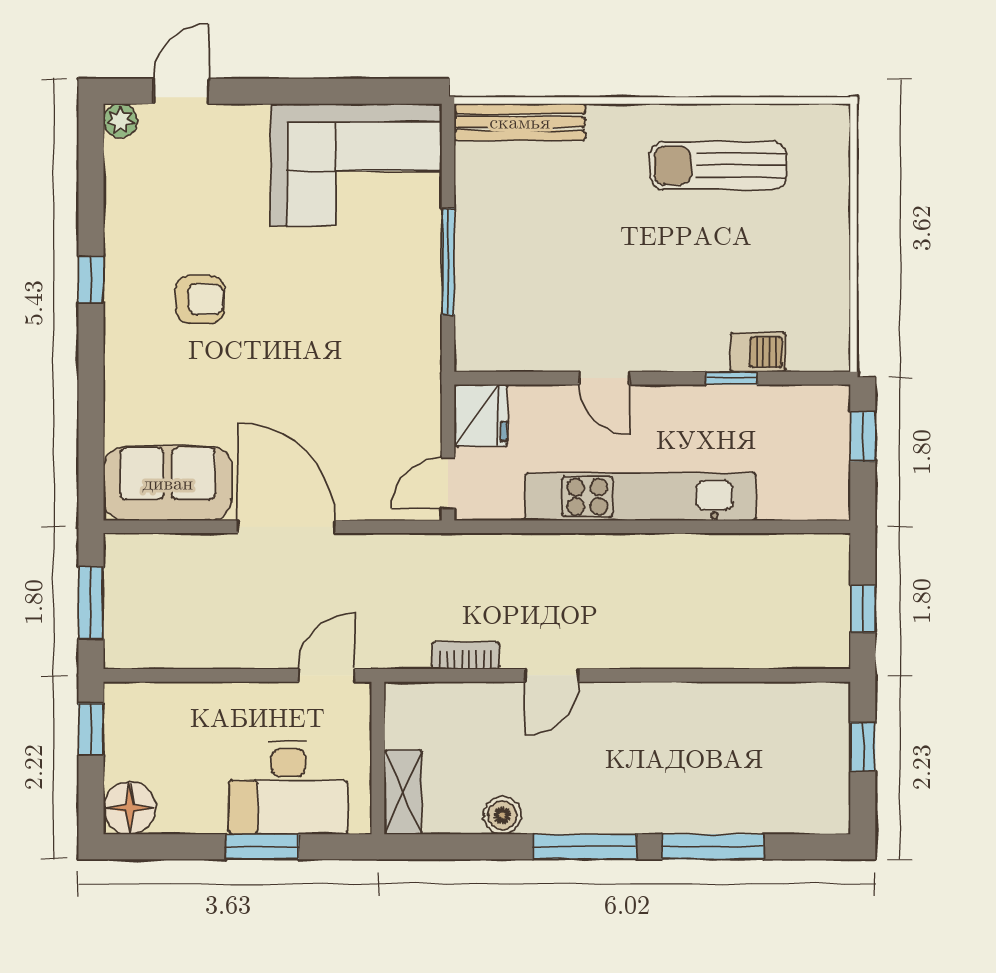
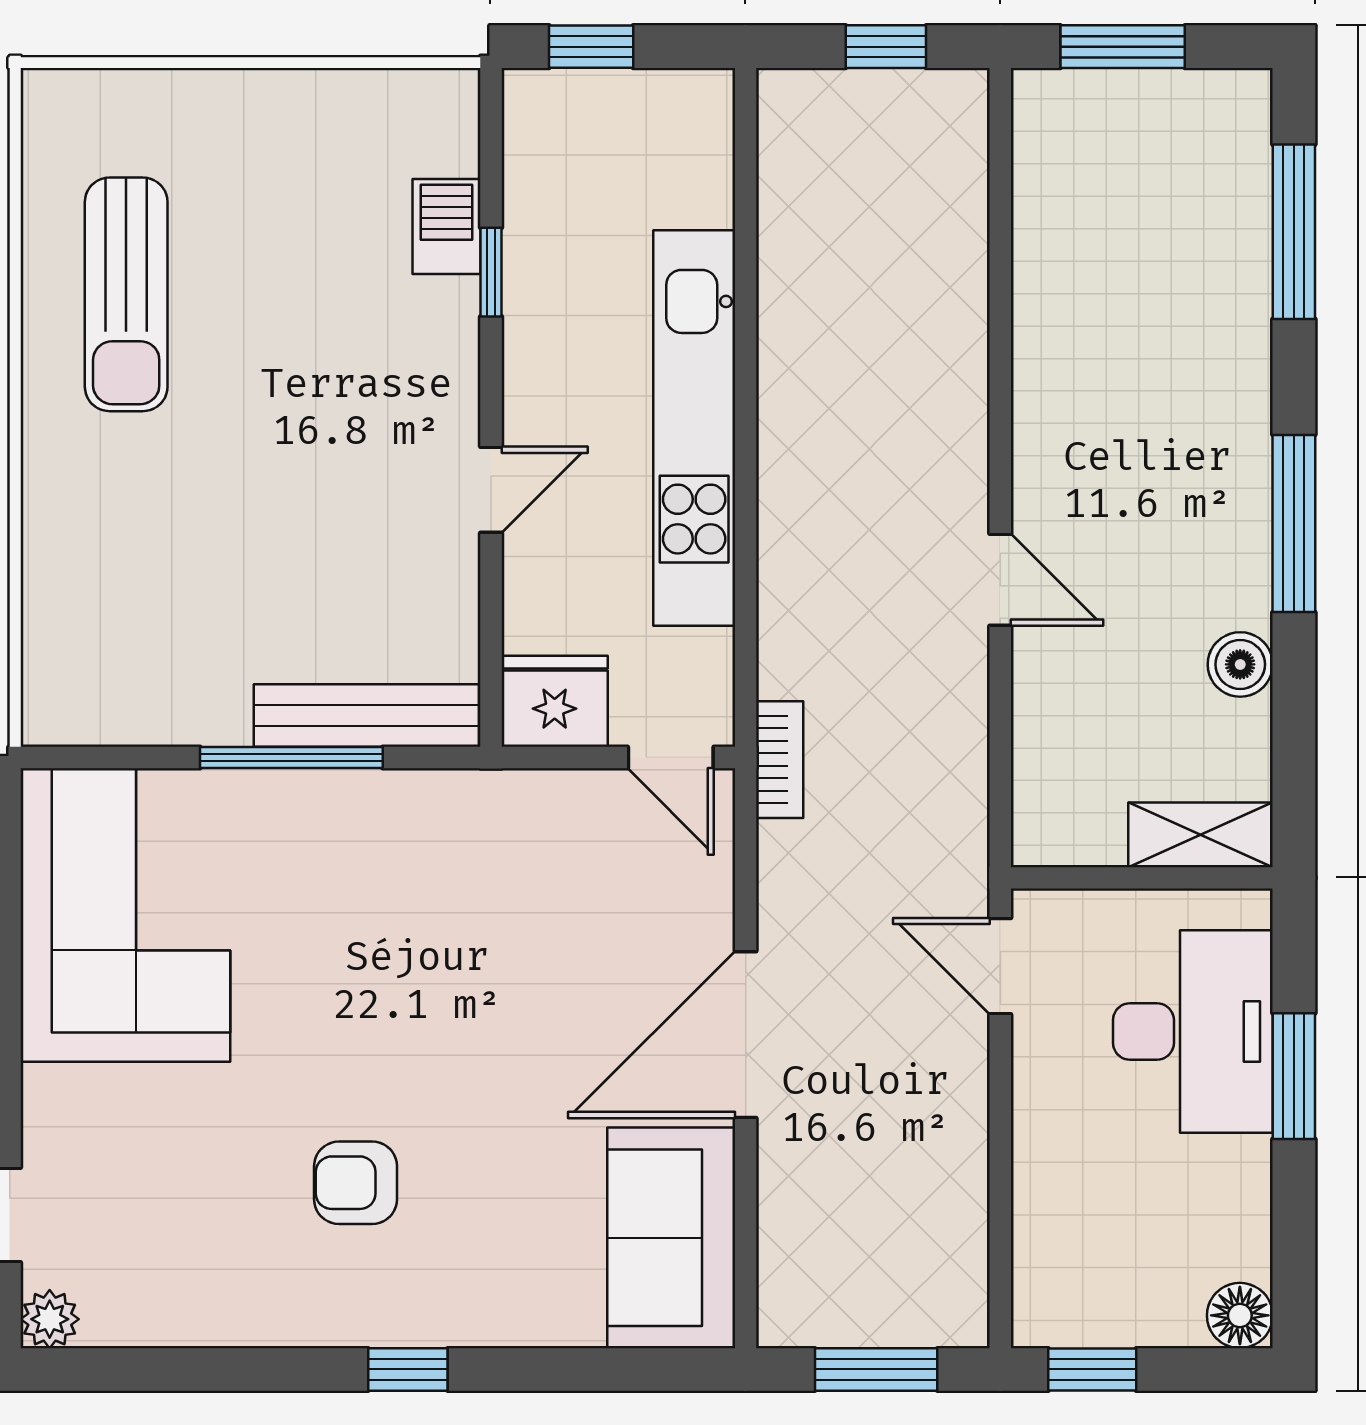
bench: (520, 122) -> (366, 716), moved, turned 90
window: (91, 280) -> (408, 1369), moved
armchair: (200, 299) -> (356, 1183), turned -90
bookcase: (466, 656) -> (780, 760), moved, turned 180
window: (863, 747) -> (1123, 47), width x1.50
floor lamp: (130, 808) -> (1240, 1315), width x0.73, depth x0.73
window: (713, 847) -> (1294, 232), moved

